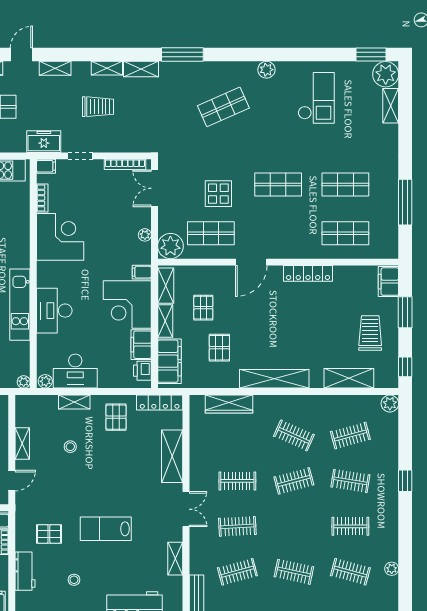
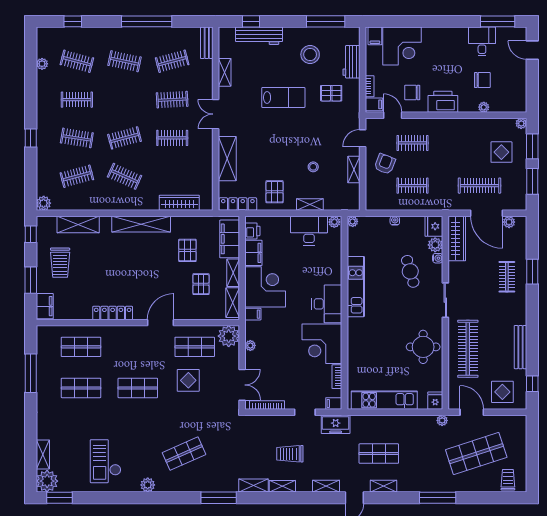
desk: (54, 311) -> (327, 304), moved
stool: (74, 580) -> (310, 54), width x1.89, depth x1.89

